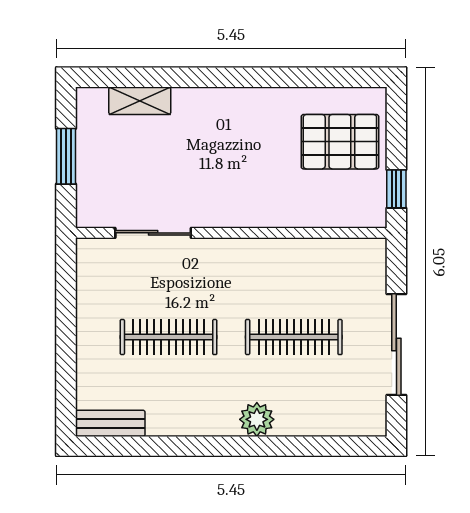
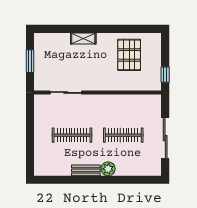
shelving: (140, 101) -> (83, 38), moved
pallet: (340, 142) -> (129, 55), moved, turned 90
bench: (110, 423) -> (86, 170), moved

